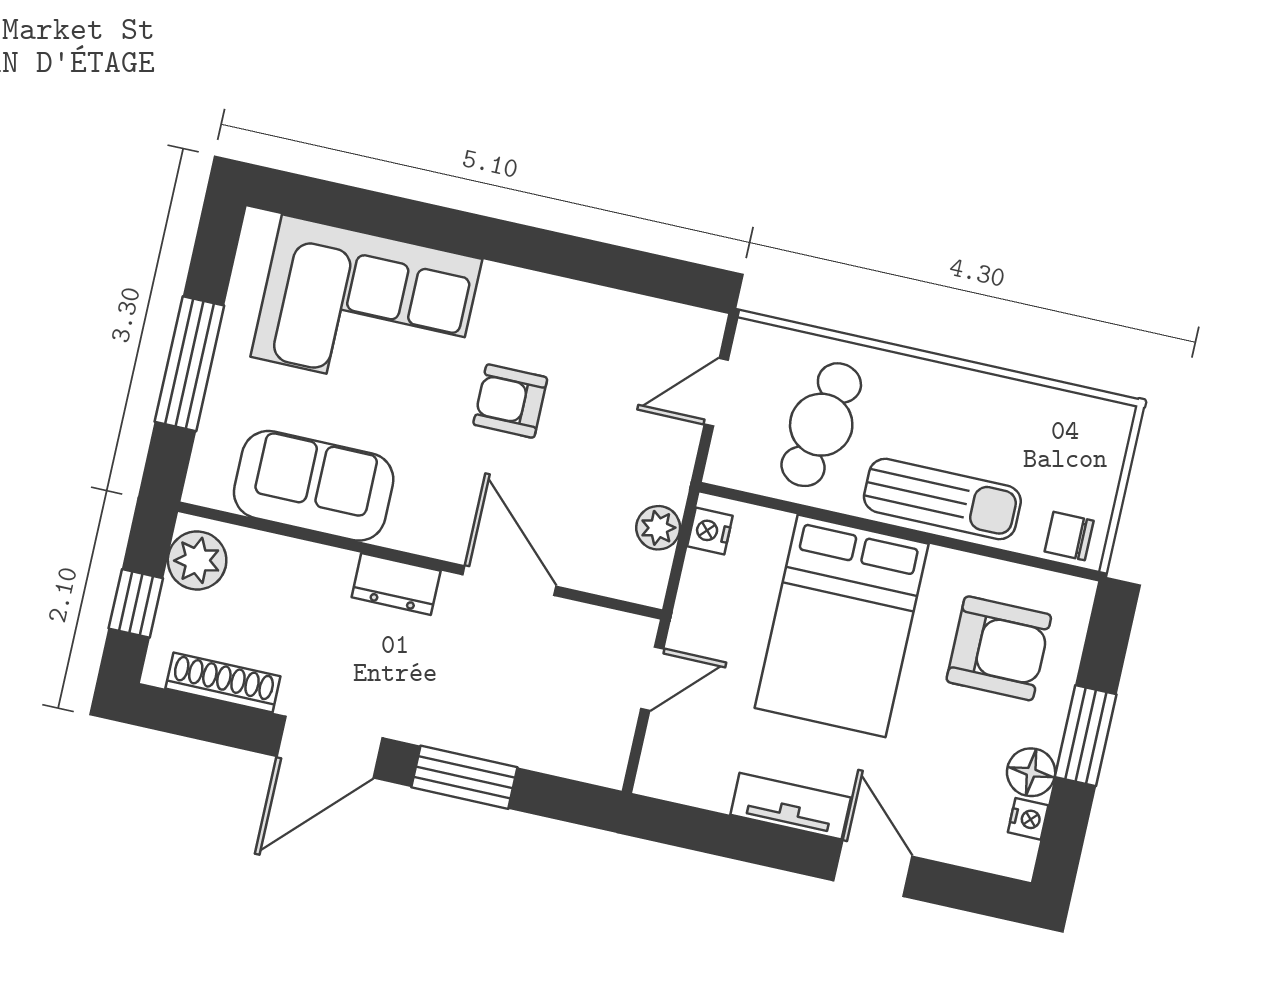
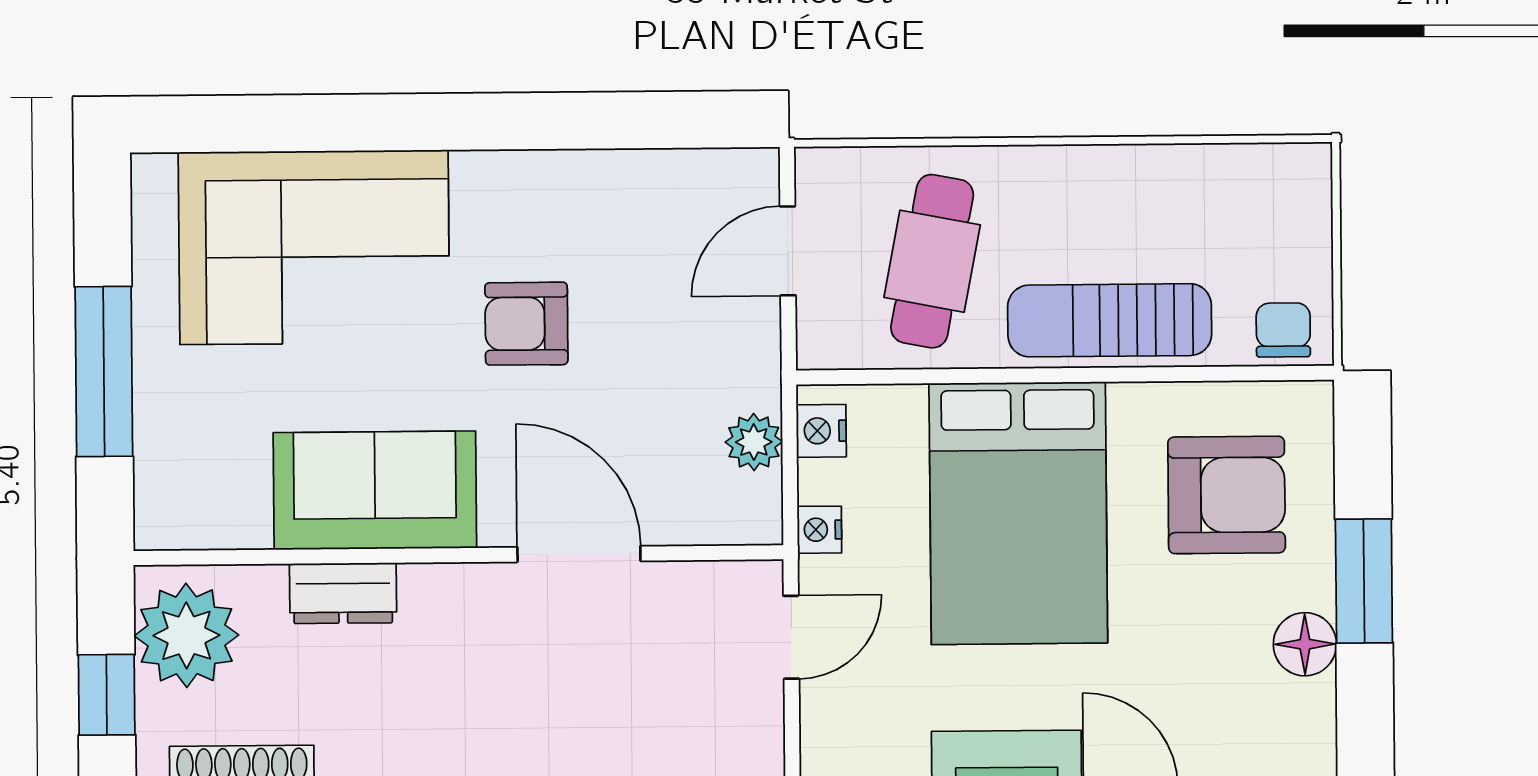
sofa: (314, 486) -> (375, 490), moved
sun lounger: (942, 499) -> (1110, 320), turned 180
chair: (1069, 536) -> (1283, 330), turned 90
plant: (197, 560) -> (186, 635), width x1.36, depth x1.36
dresser: (396, 584) -> (343, 593), moved
nightstand: (1028, 819) -> (819, 530), moved, turned 180

